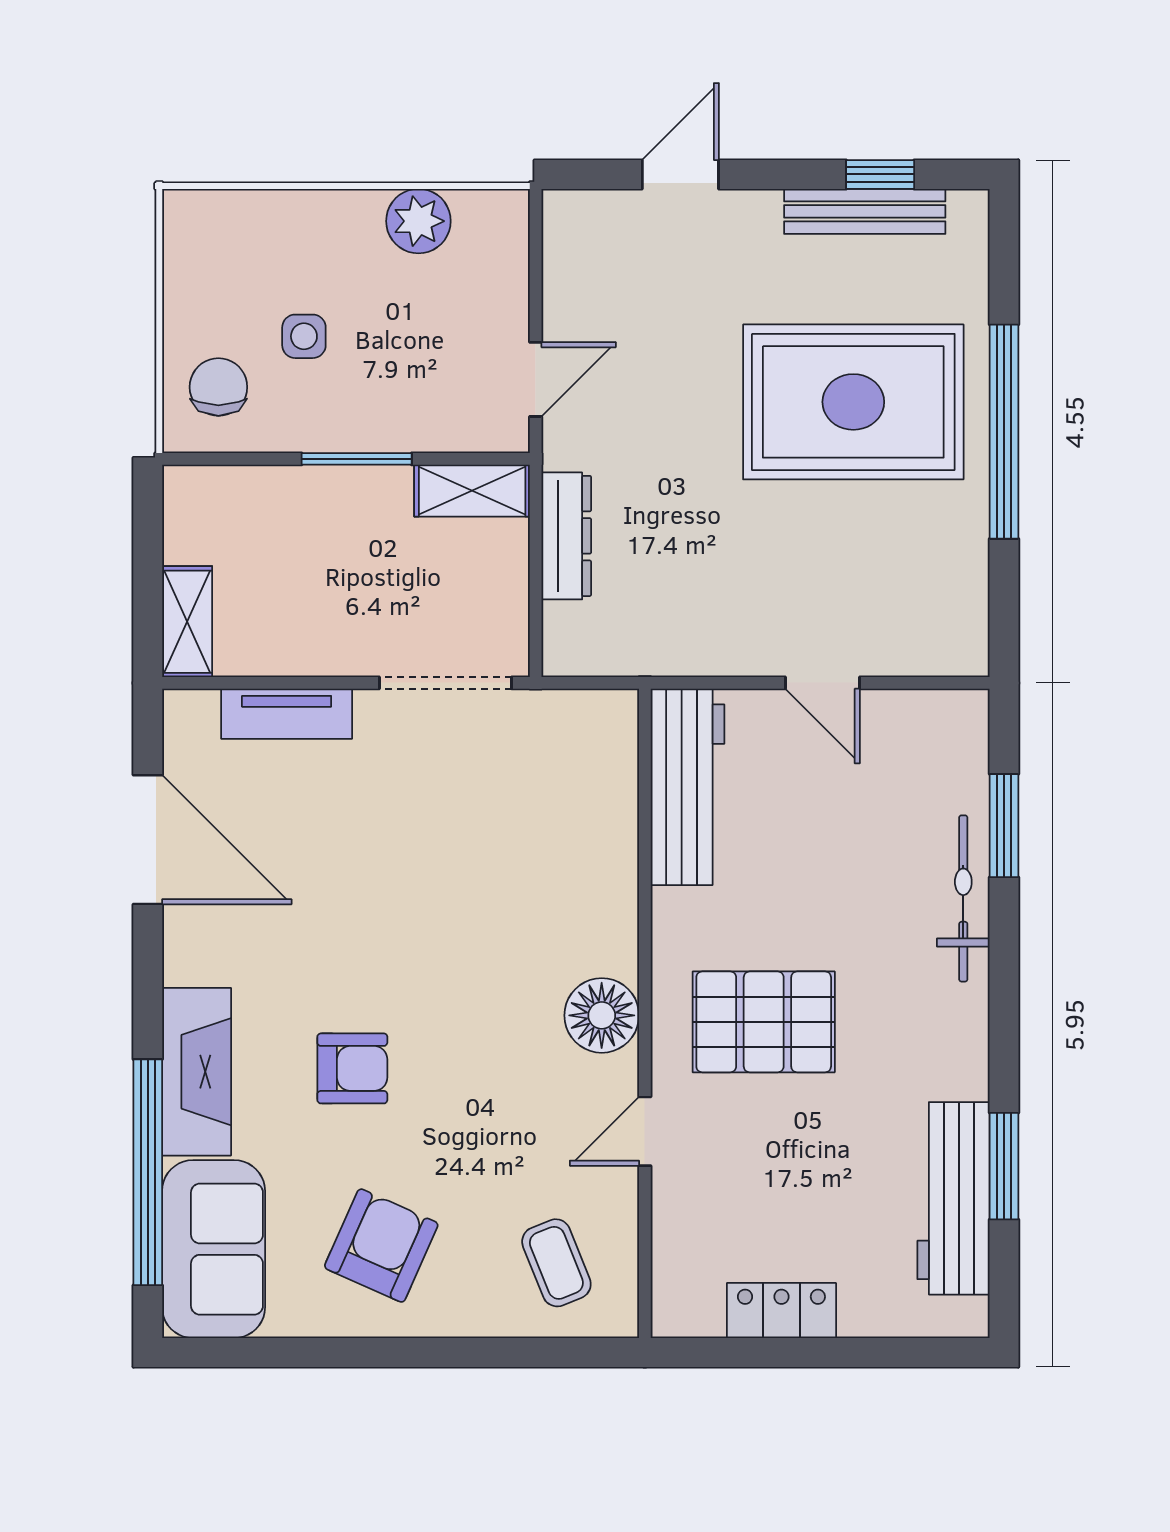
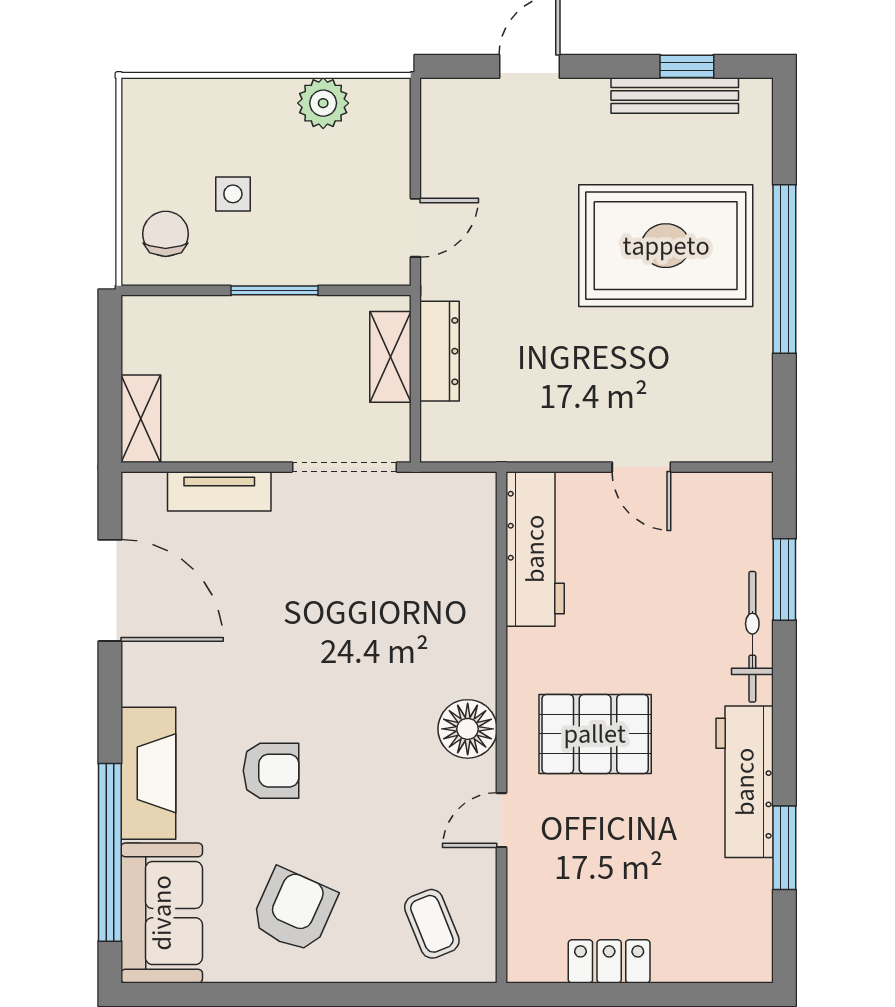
shelving: (472, 491) -> (390, 357), moved, turned 90
workbench: (953, 1198) -> (745, 782), moved

